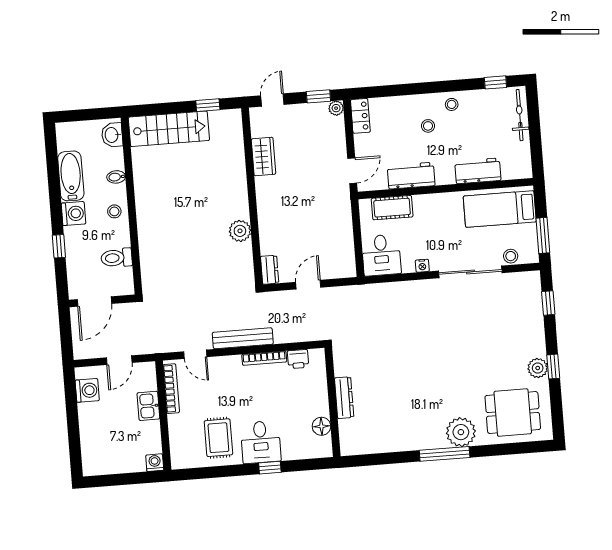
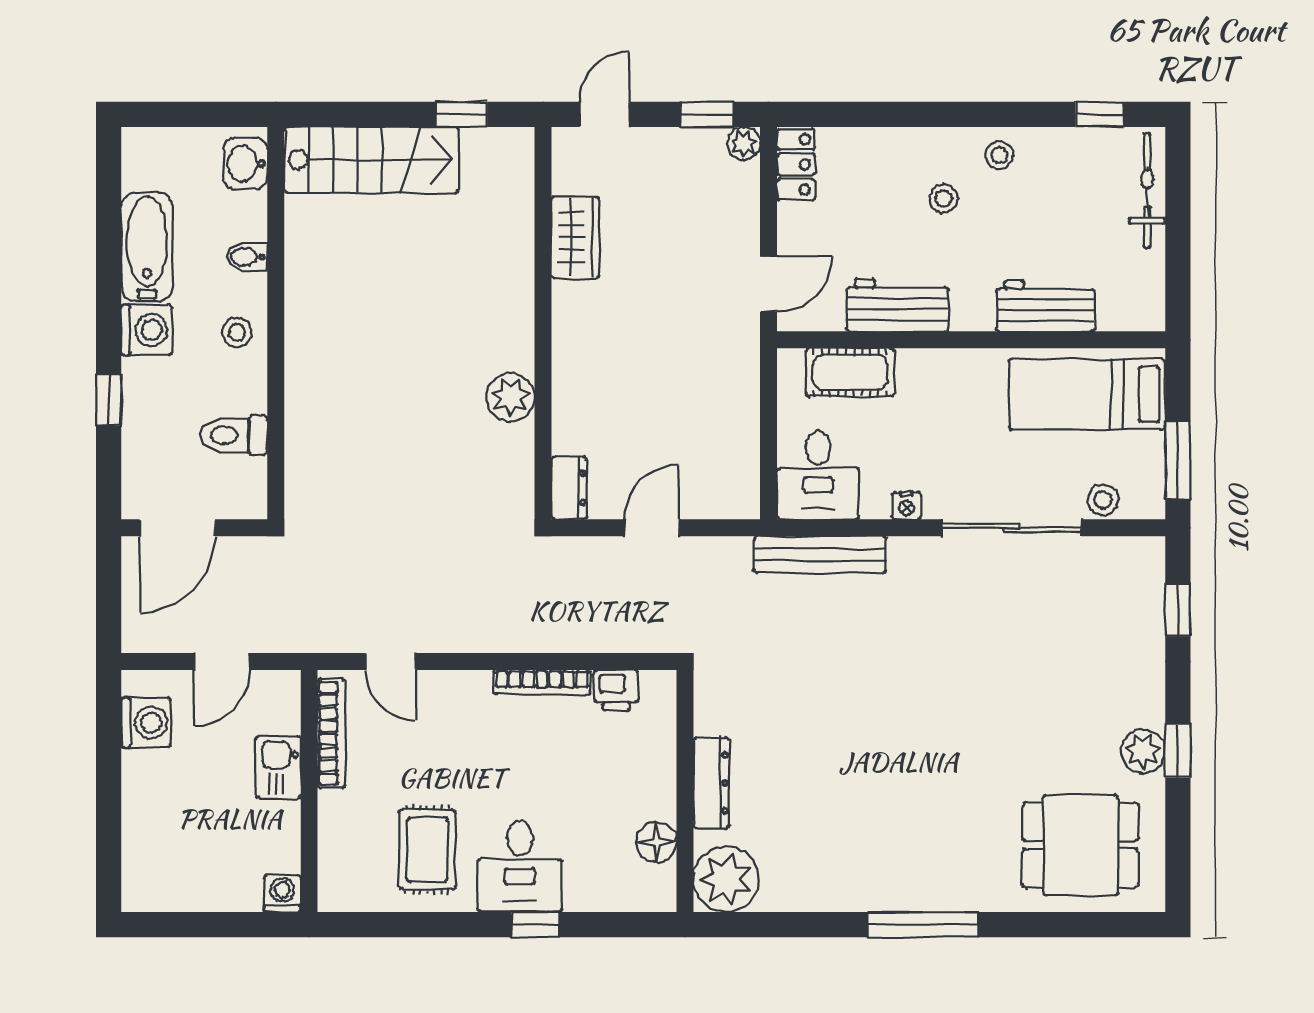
bench: (243, 338) -> (820, 555), moved
plant: (461, 432) -> (726, 879), moved

